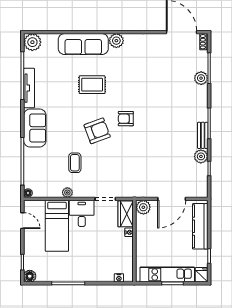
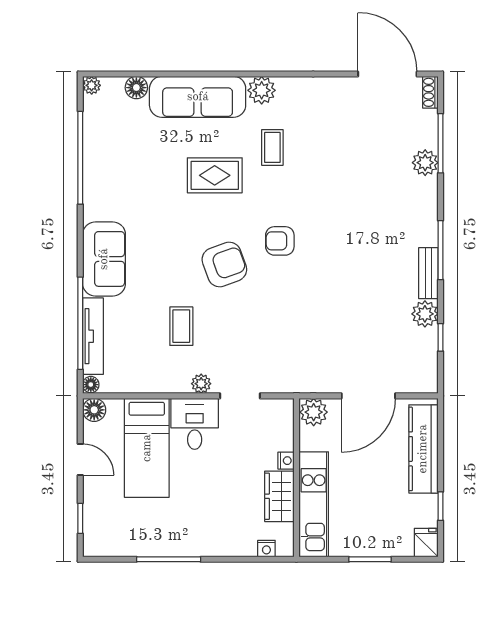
floor lamp: (52, 39) -> (136, 88), added
plant: (32, 42) -> (92, 85), width x0.53, depth x0.53
coffee table: (122, 70) -> (272, 147), added
tv unit: (29, 88) -> (93, 336), moved
plant: (67, 193) -> (201, 384), moved
wardrobe: (126, 214) -> (279, 496), moved
door: (22, 221) -> (80, 460), moved
kitchen unit: (167, 275) -> (314, 504), moved, turned 90
floor lamp: (30, 276) -> (94, 410), moved

